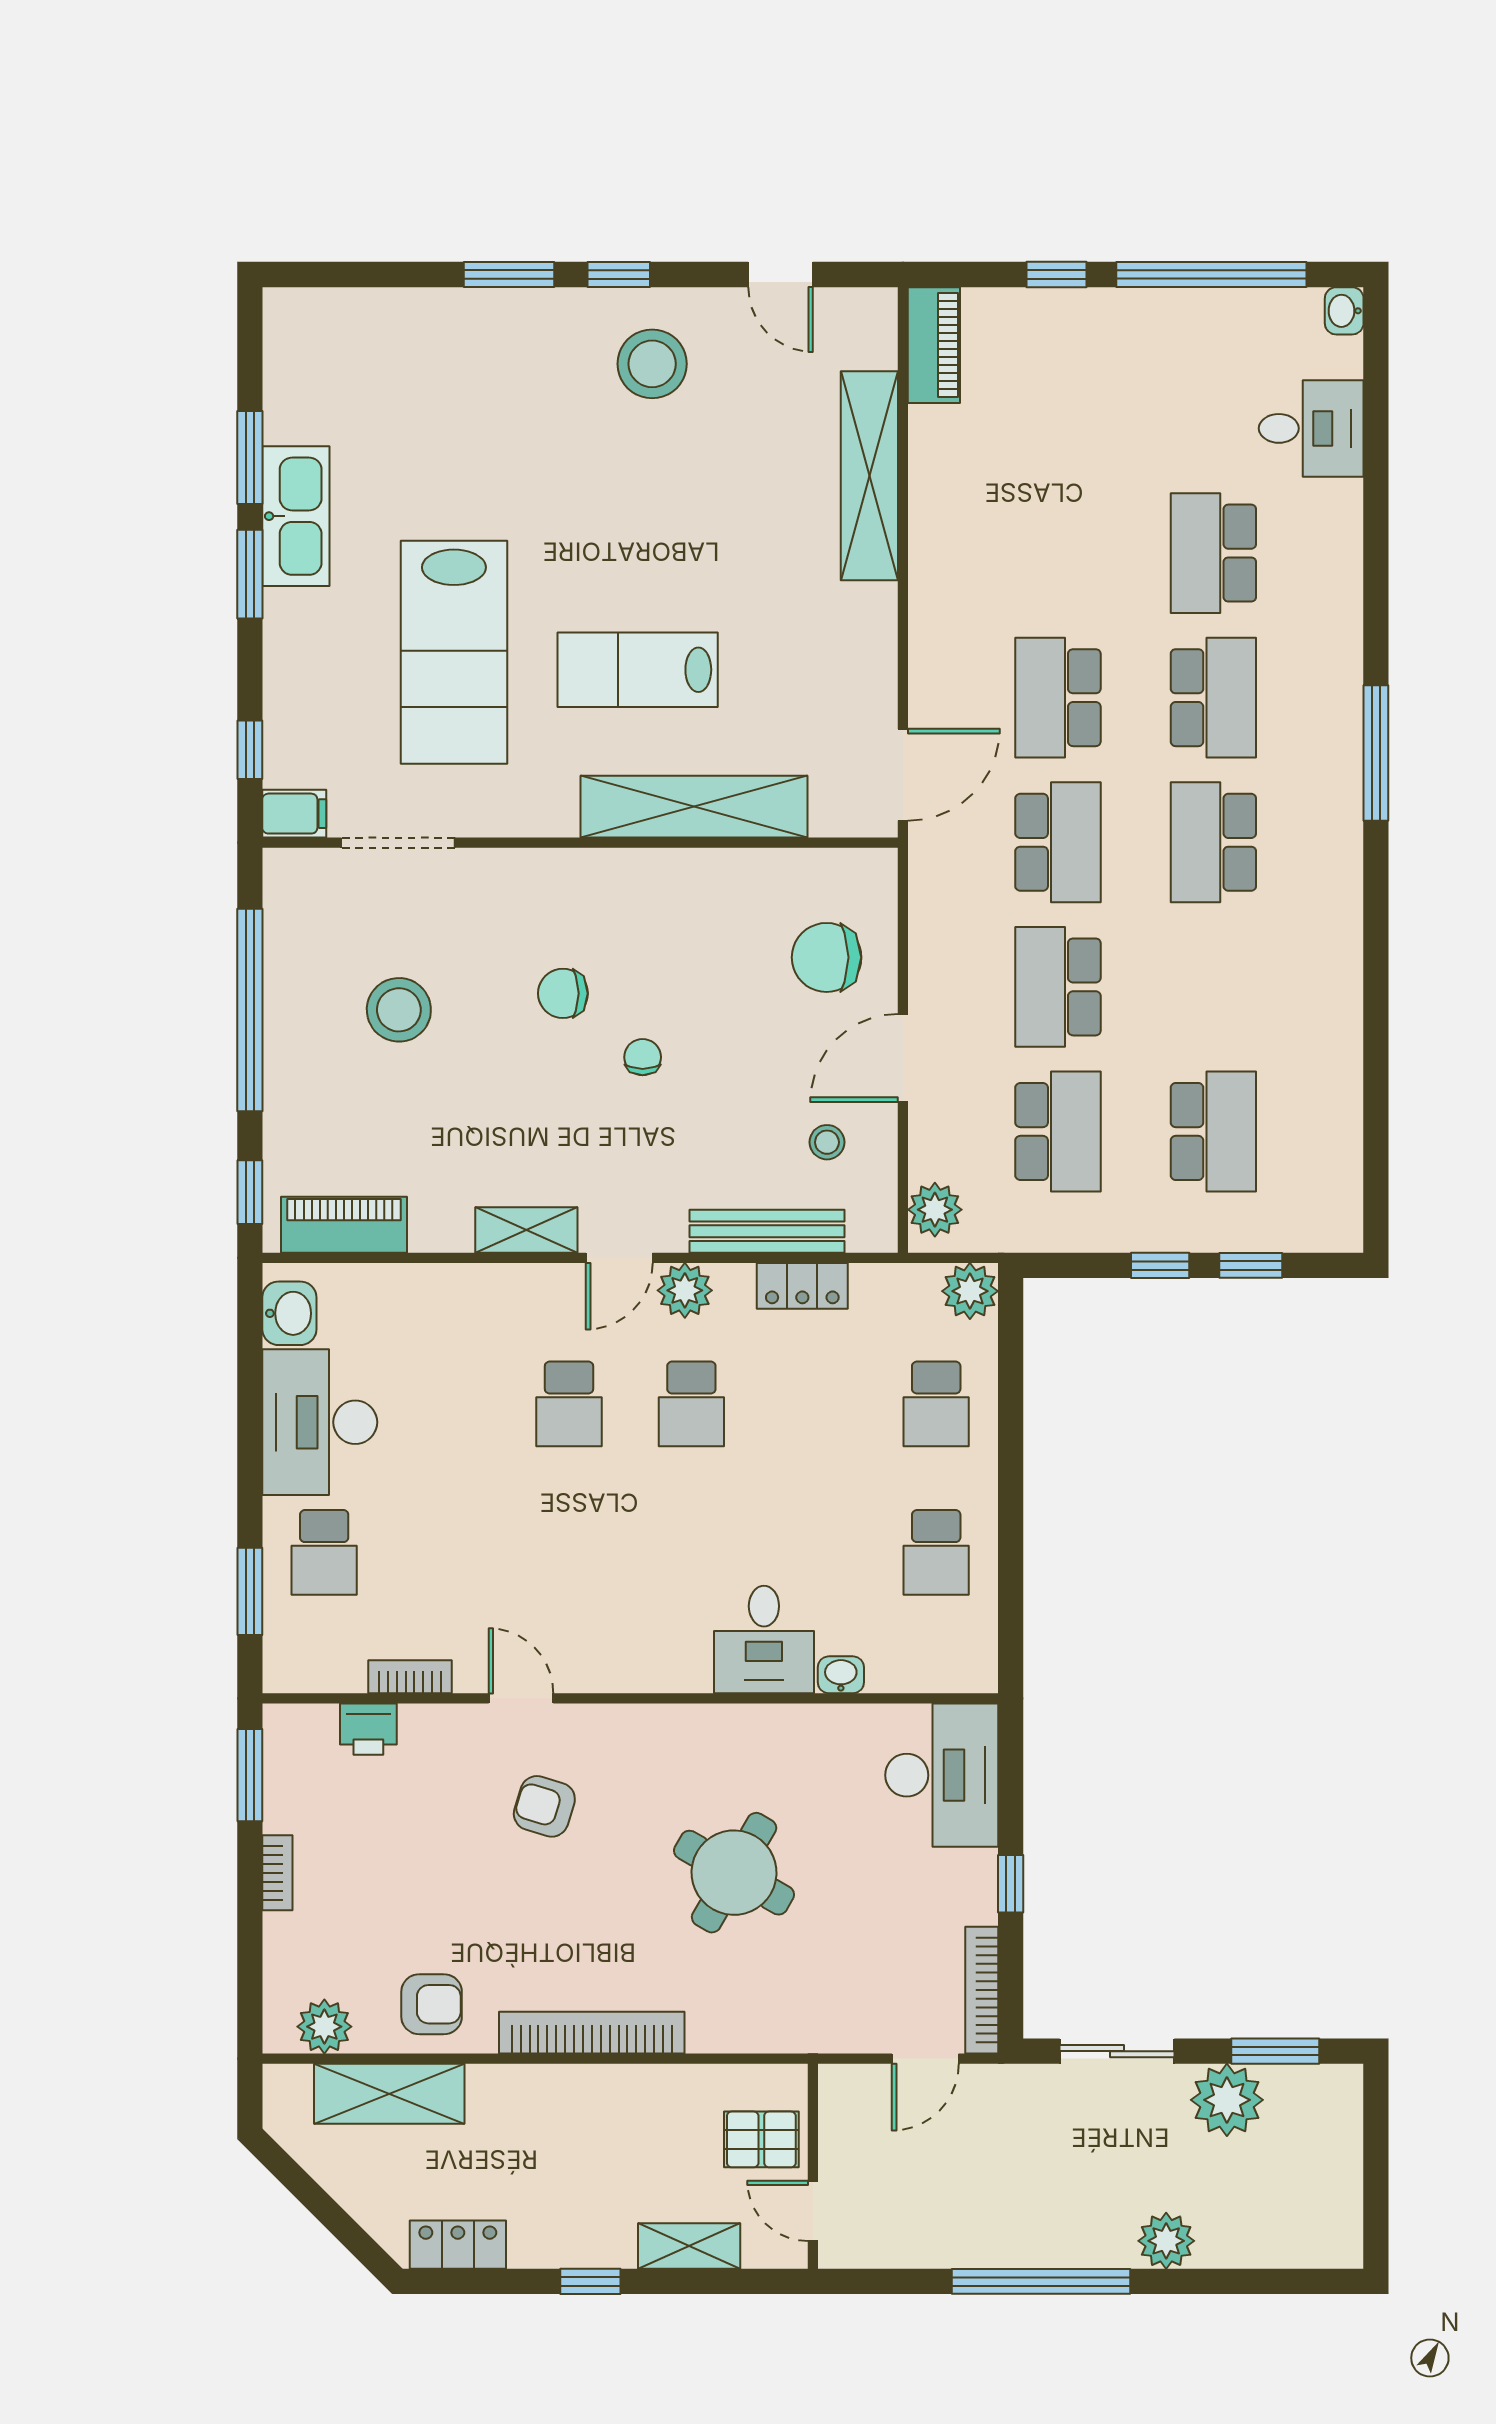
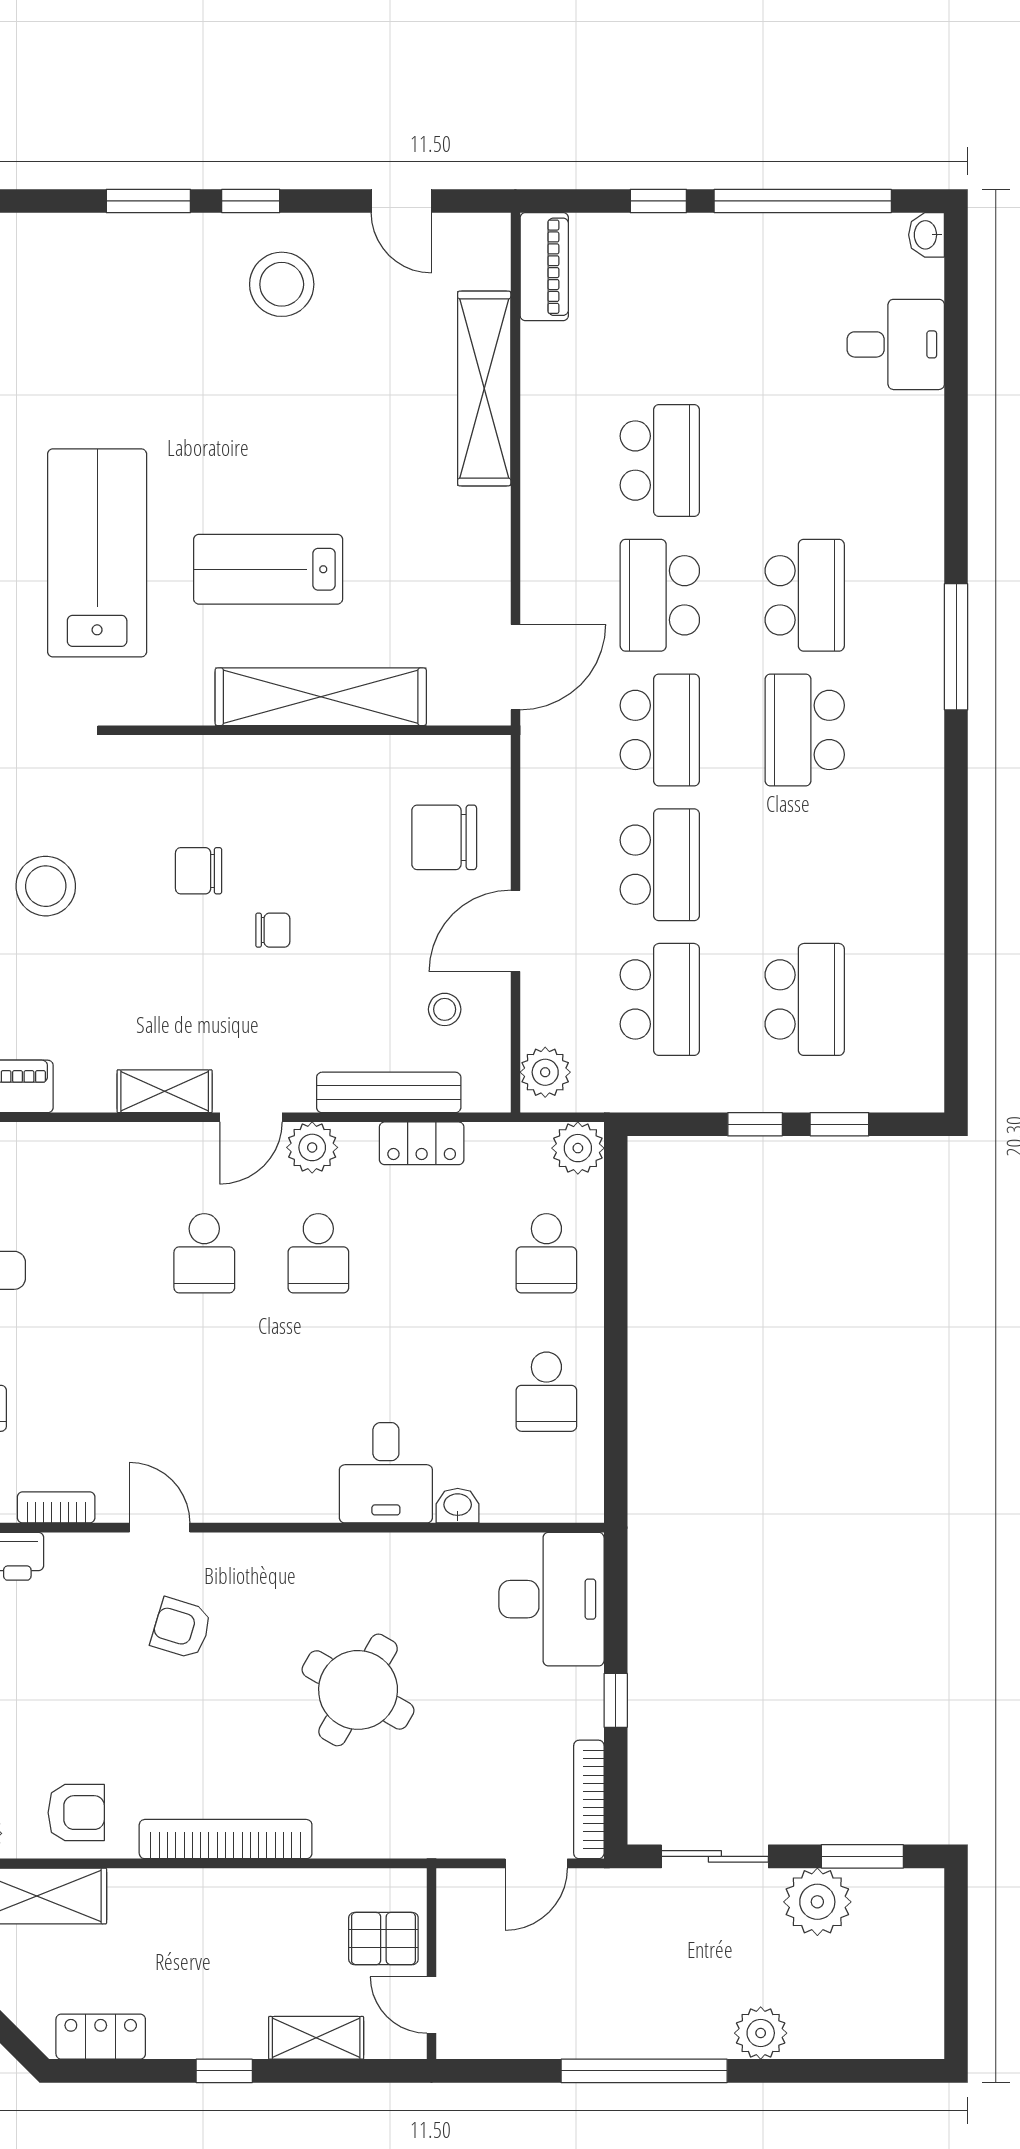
school desk: (1213, 553) -> (660, 461), moved, turned 180
lab bench: (454, 652) -> (97, 553), turned 180
school desk: (1058, 987) -> (660, 865), turned 180
chair: (643, 1057) -> (273, 930), turned 90

